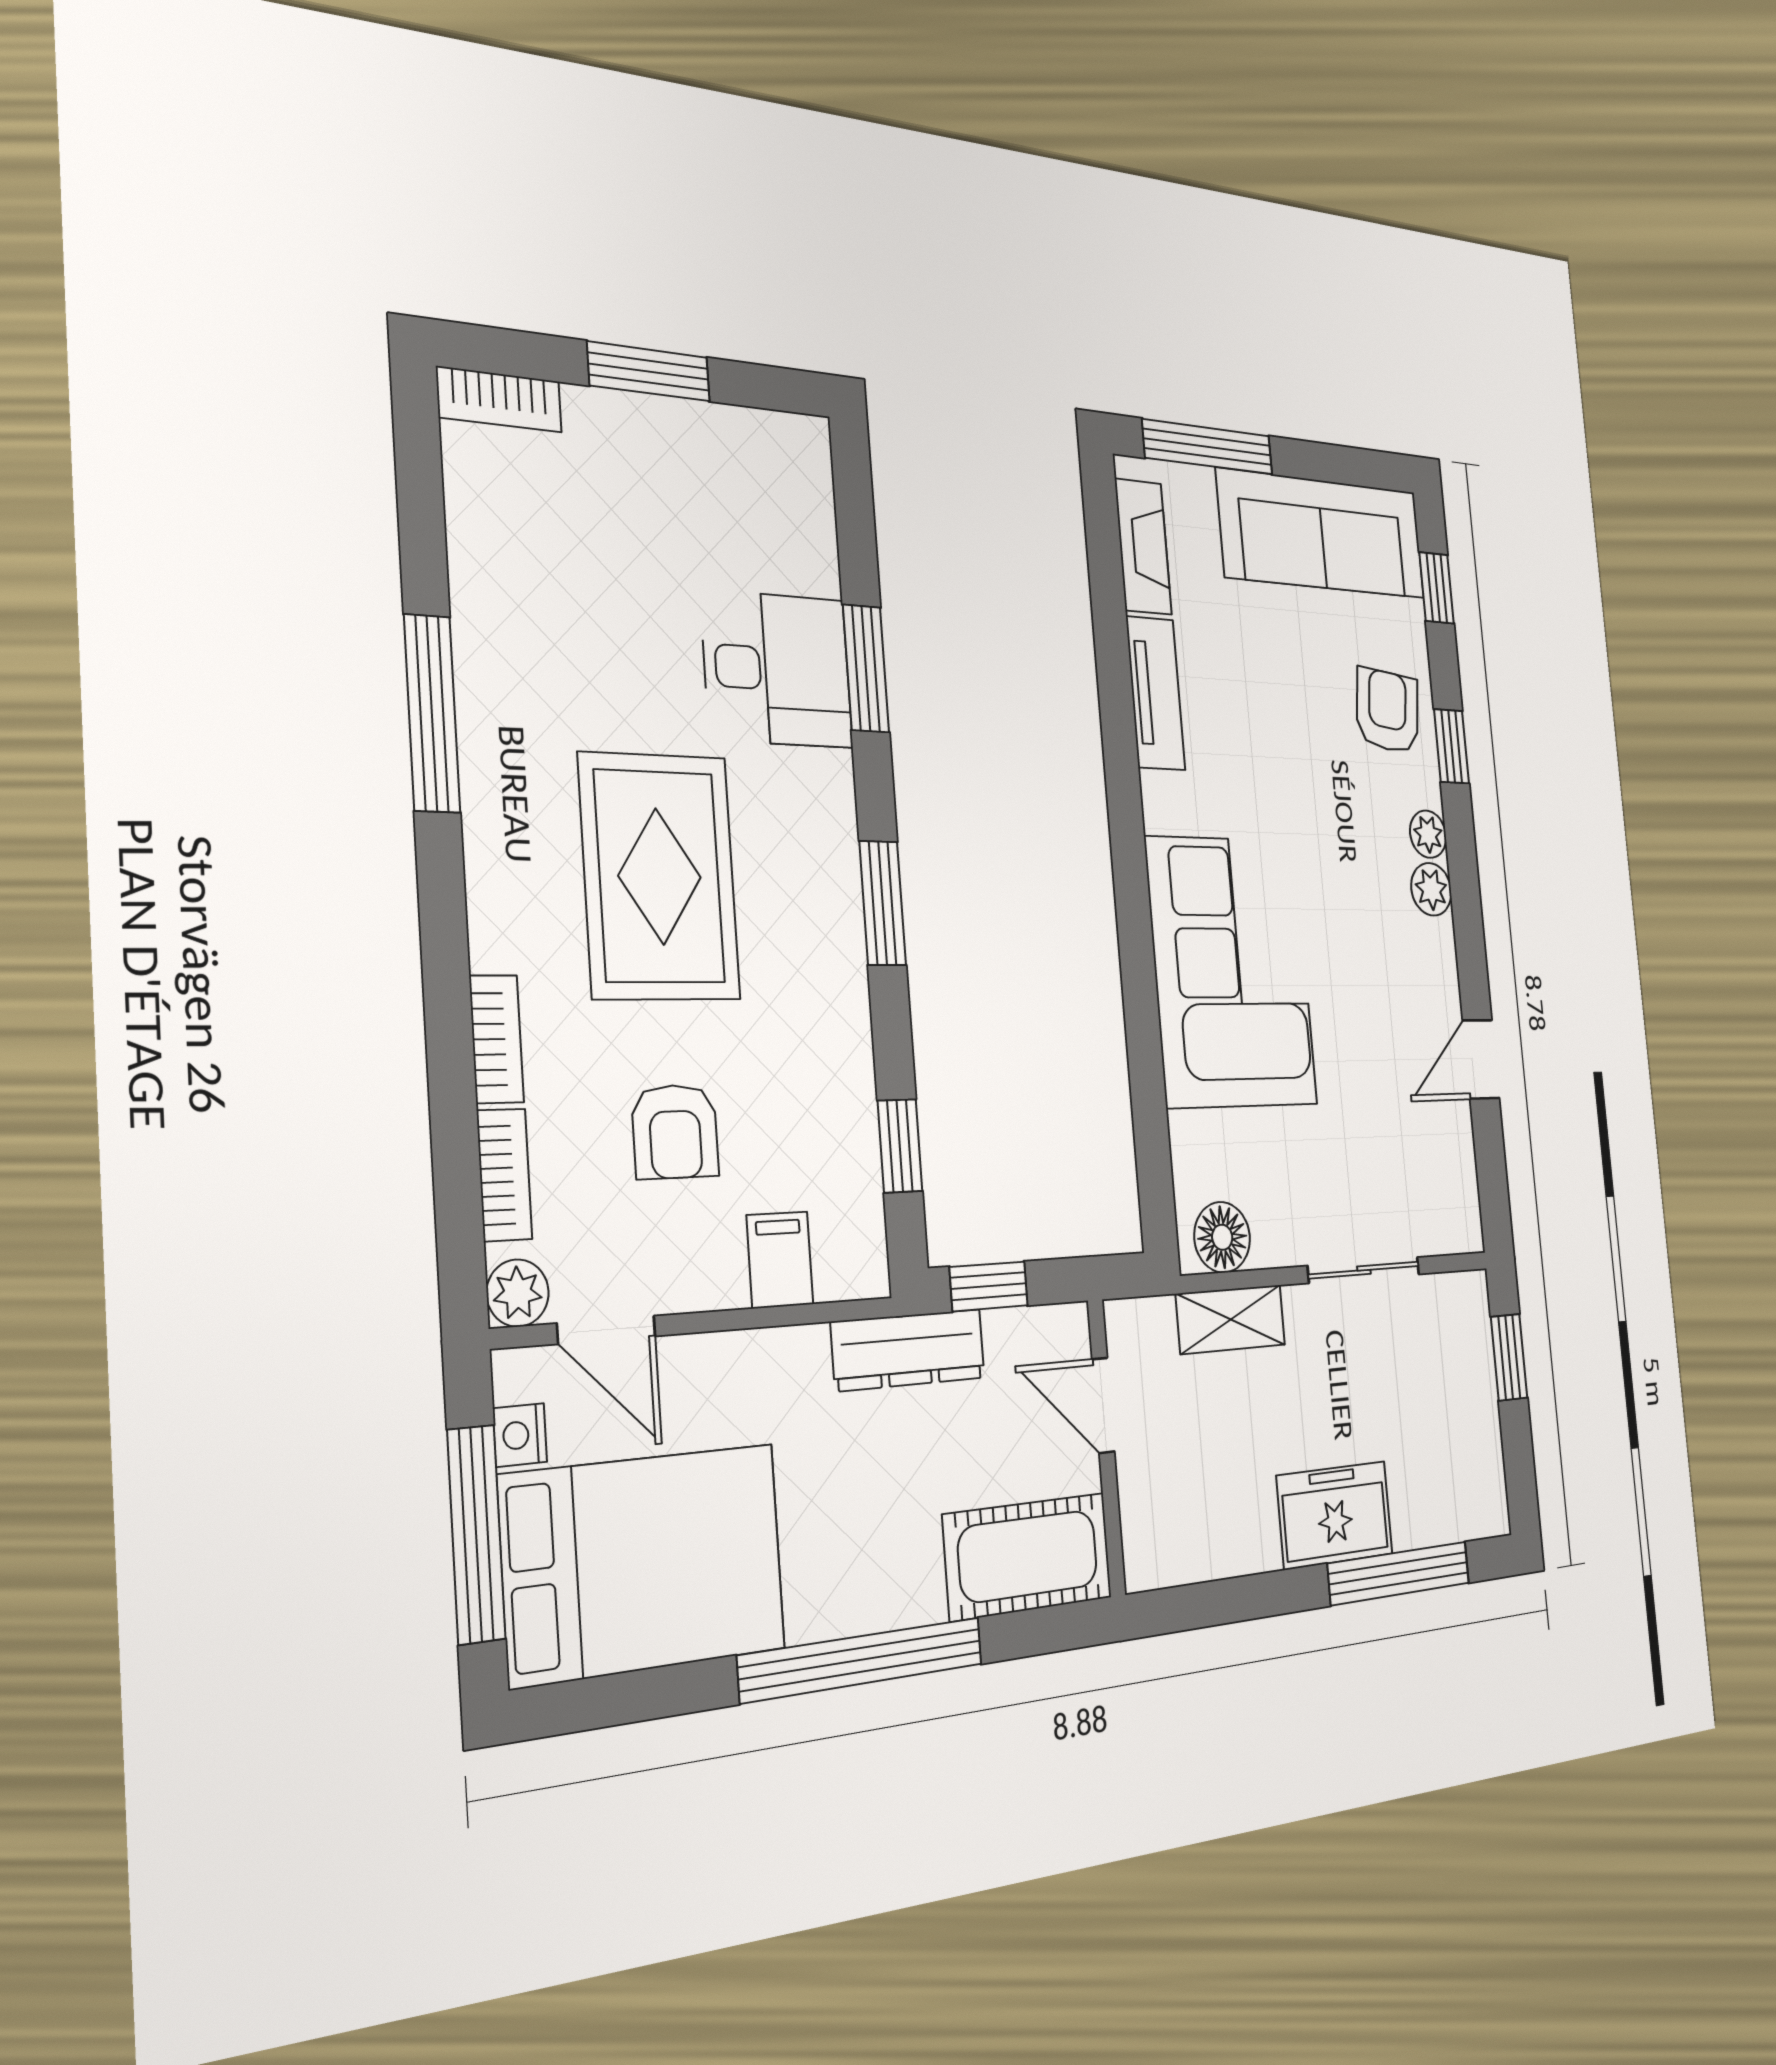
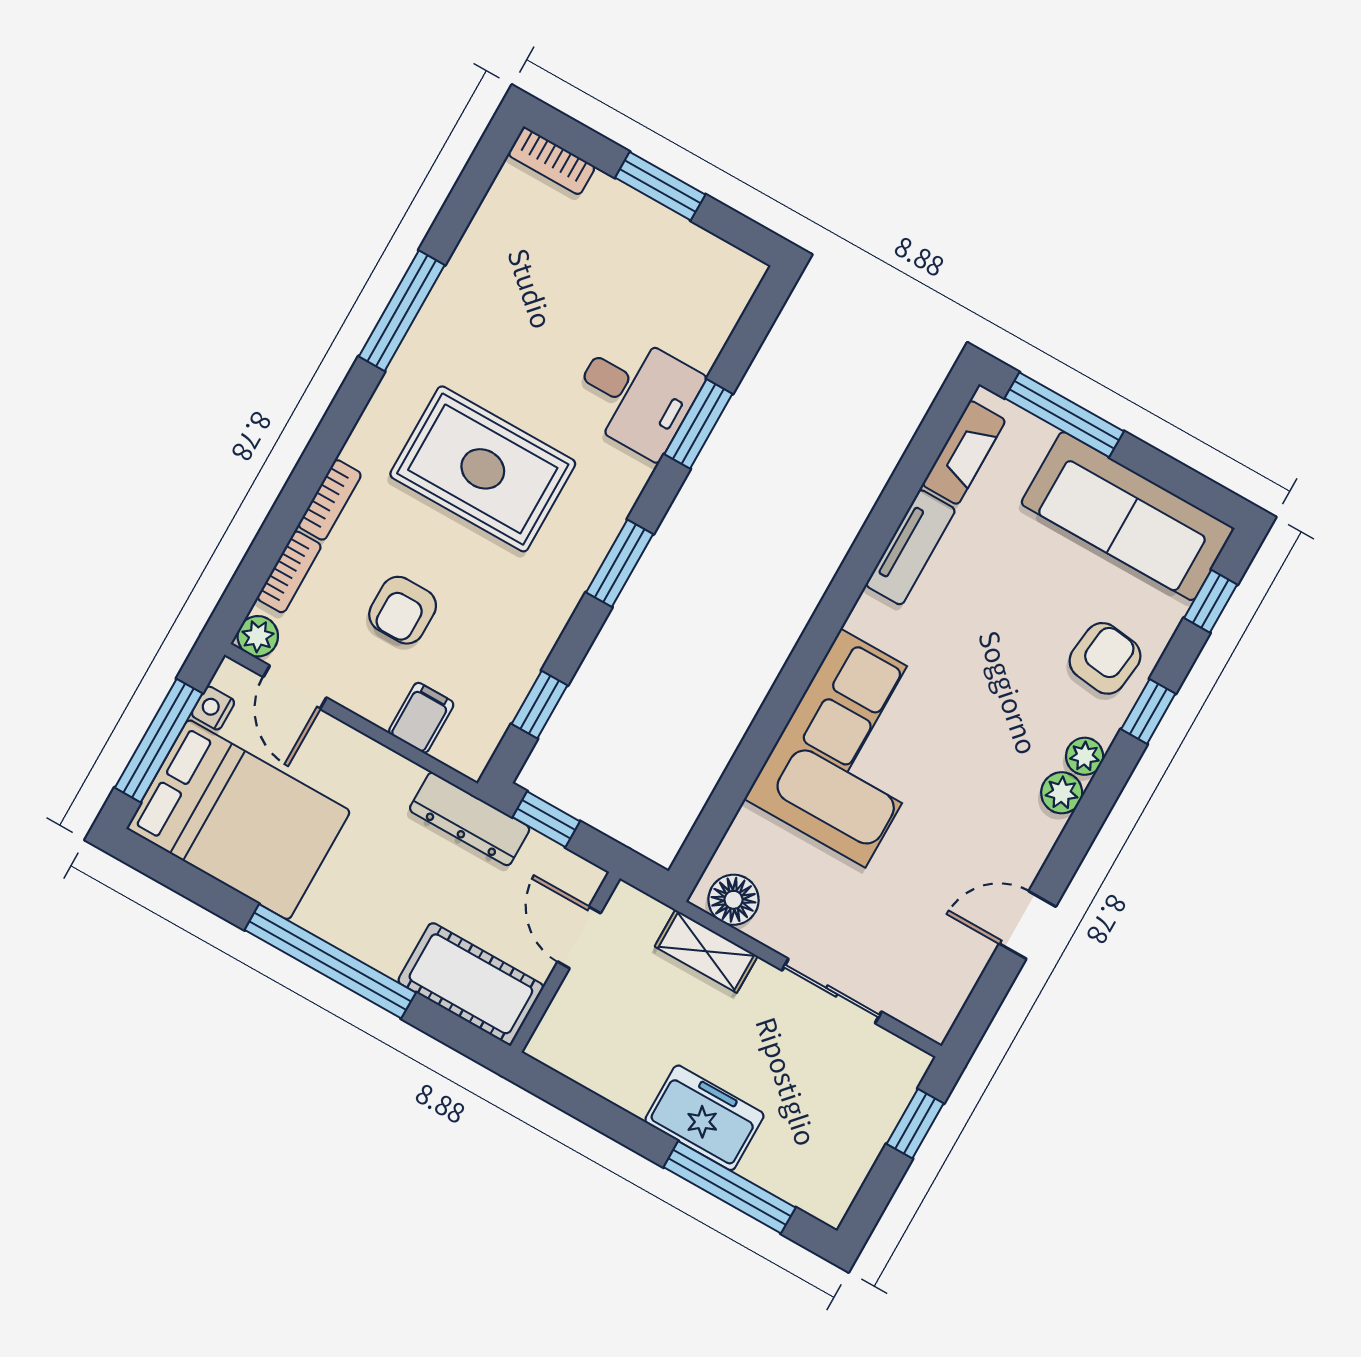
rug: (660, 876) -> (483, 469), turned 90

